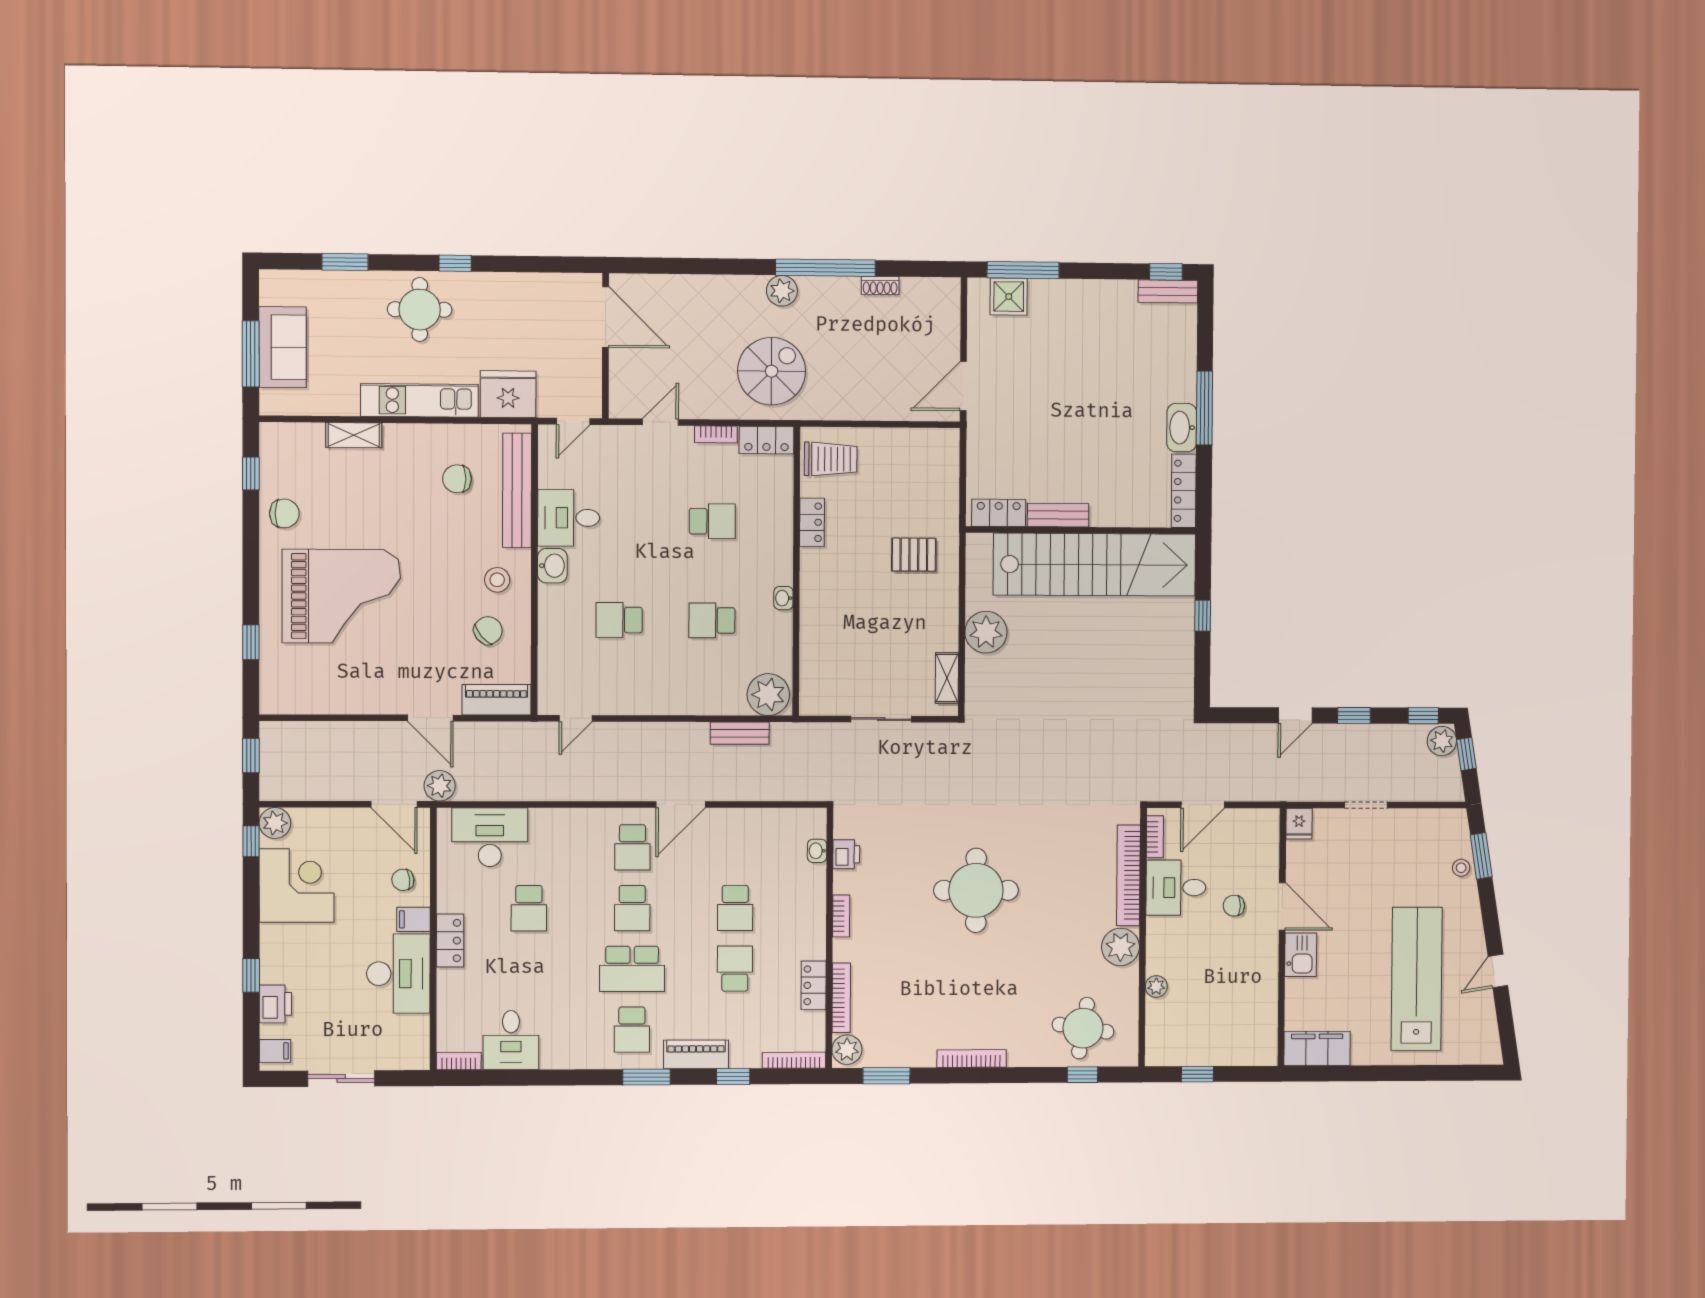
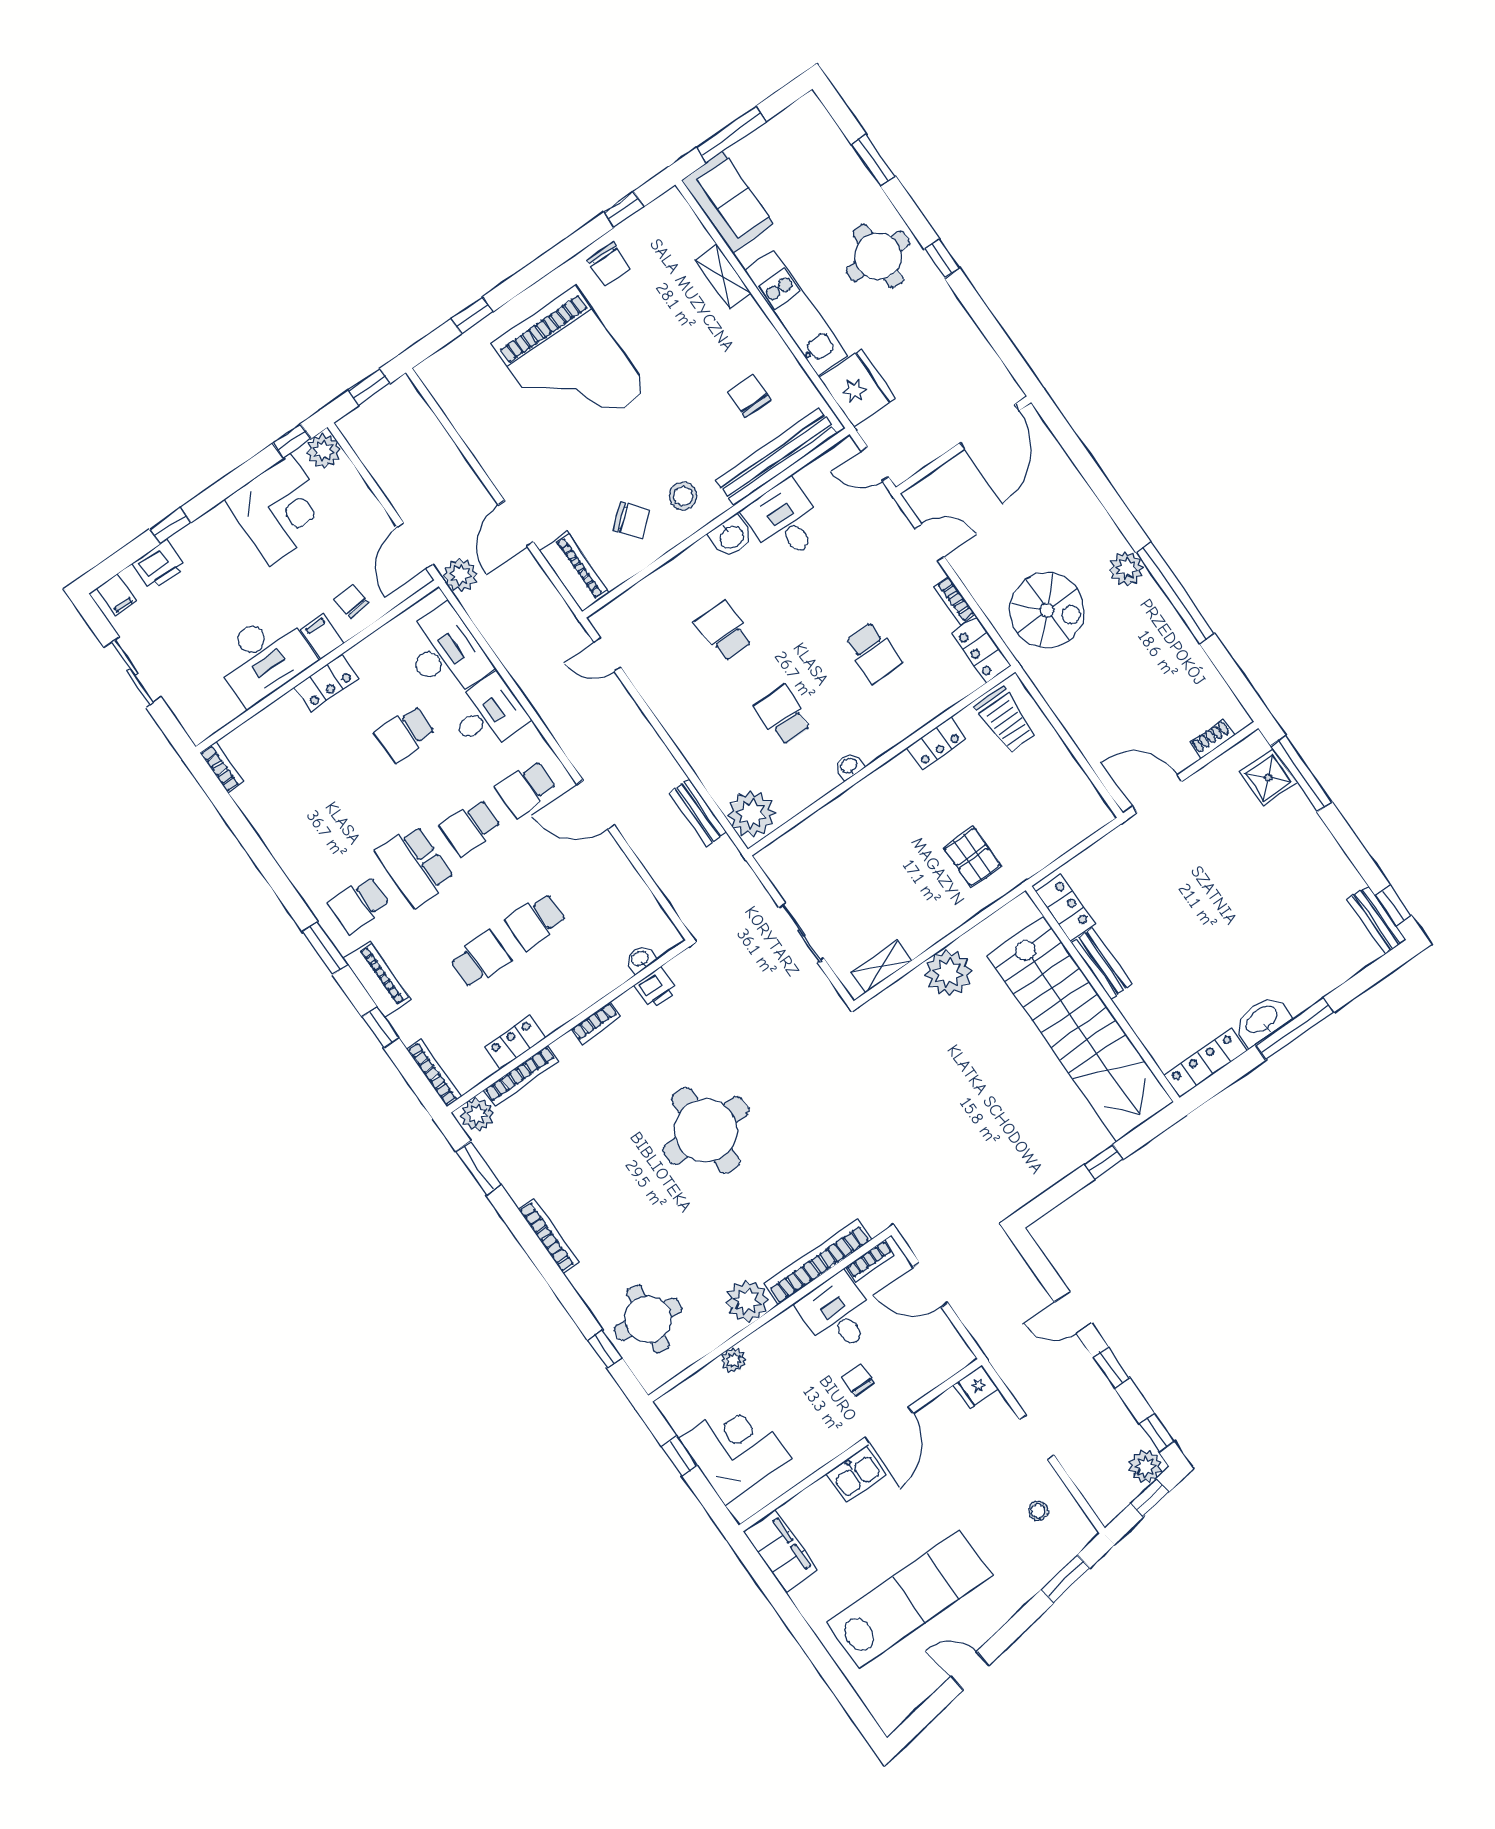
shoe rack: (880, 286) -> (1212, 739), moved, turned 90
sofa: (283, 347) -> (728, 202), moved, turned -90
stool: (1461, 868) -> (1038, 1511), moved
corner desk: (1220, 1030) -> (735, 1449), added
desk: (511, 1040) -> (488, 714), moved, turned 180

